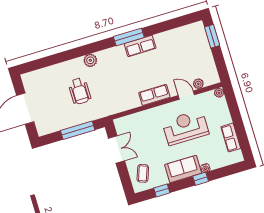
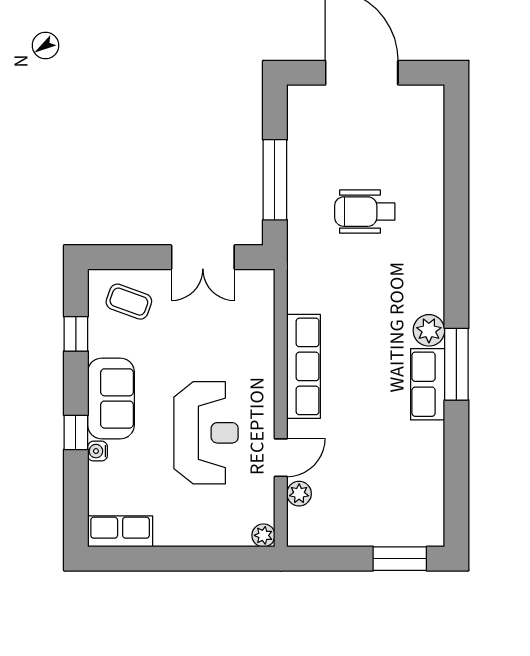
plant: (90, 60) -> (429, 330), moved
row of seats: (154, 95) -> (303, 366), width x1.48
row of seats: (231, 138) -> (120, 531), moved

